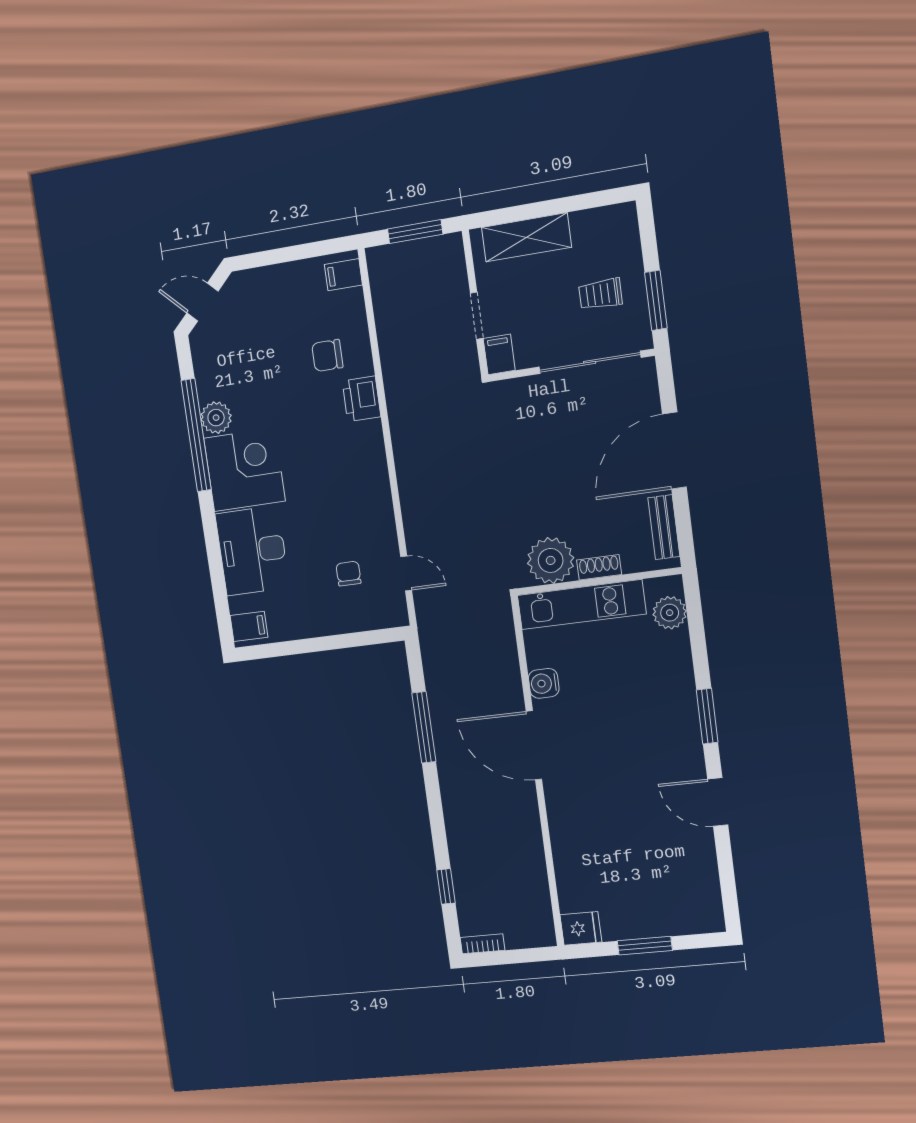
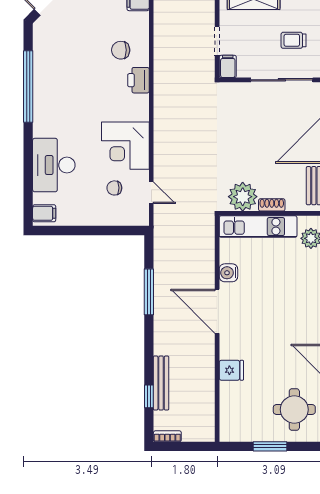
plant: (216, 418) -> (43, 78), removed
corner desk: (244, 470) -> (125, 146), moved, turned 180
chair: (348, 574) -> (114, 188), turned -90
bench: (462, 864) -> (161, 383), added
round table: (676, 885) -> (294, 410), added
fridge: (581, 928) -> (231, 370), moved

